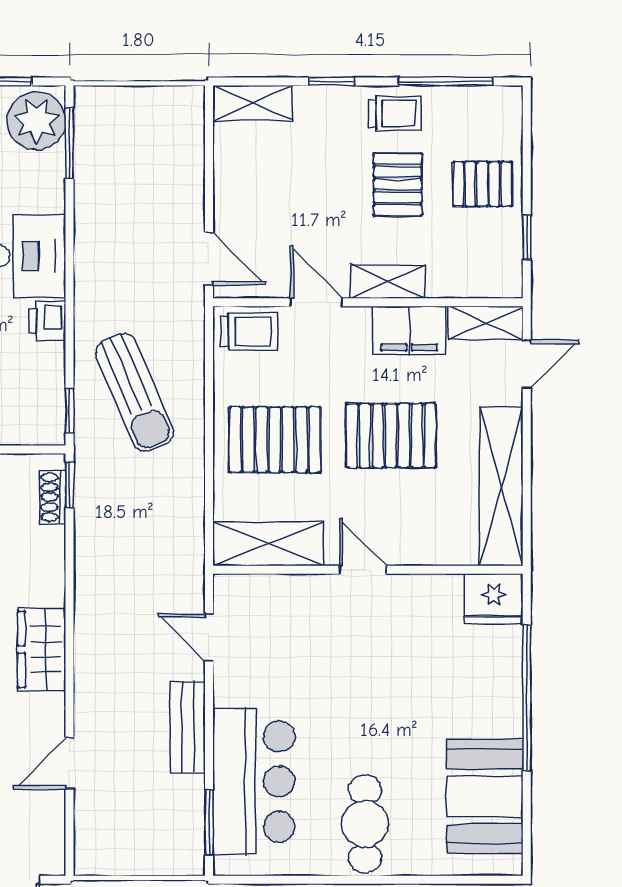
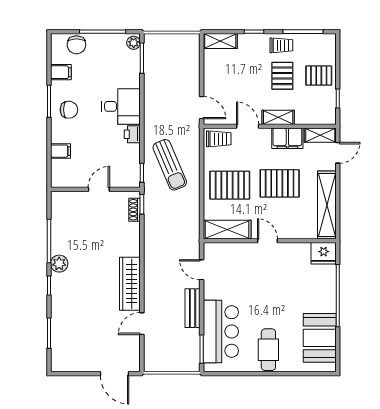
plant: (36, 121) -> (134, 43), width x0.53, depth x0.53
wardrobe: (42, 649) -> (130, 284), width x1.50

